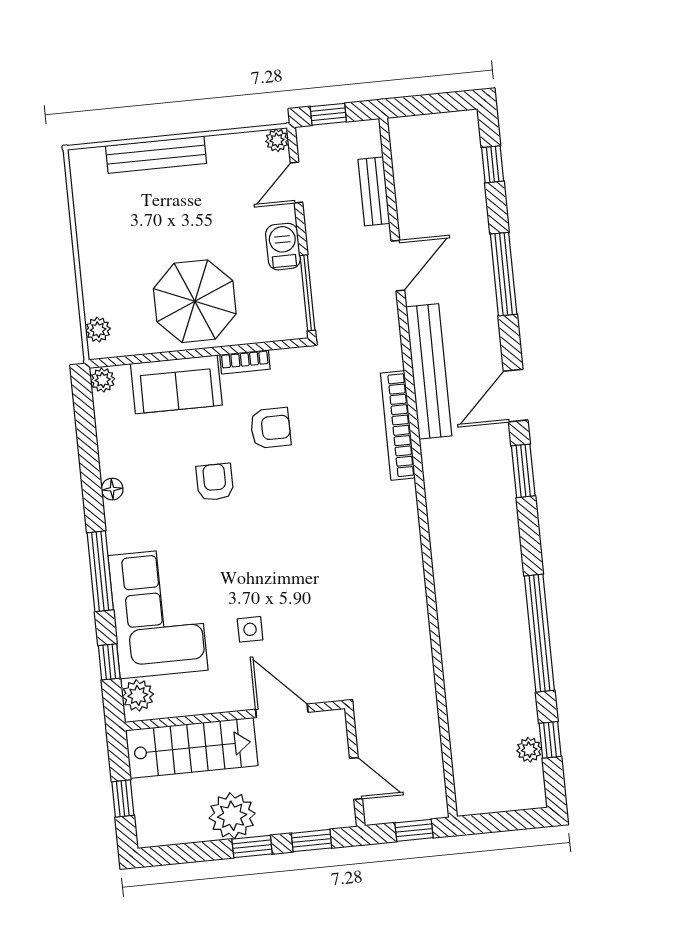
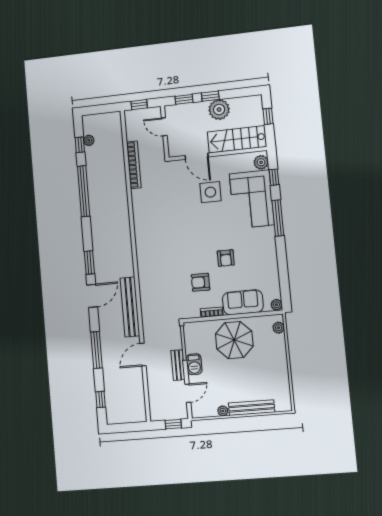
plant: (277, 140) -> (223, 411), moved
bench: (374, 191) -> (178, 365), moved
bookcase: (398, 425) -> (134, 165), moved
floor lamp: (112, 489) -> (272, 255), removed
side table: (250, 629) -> (210, 192), width x1.87, depth x1.87

